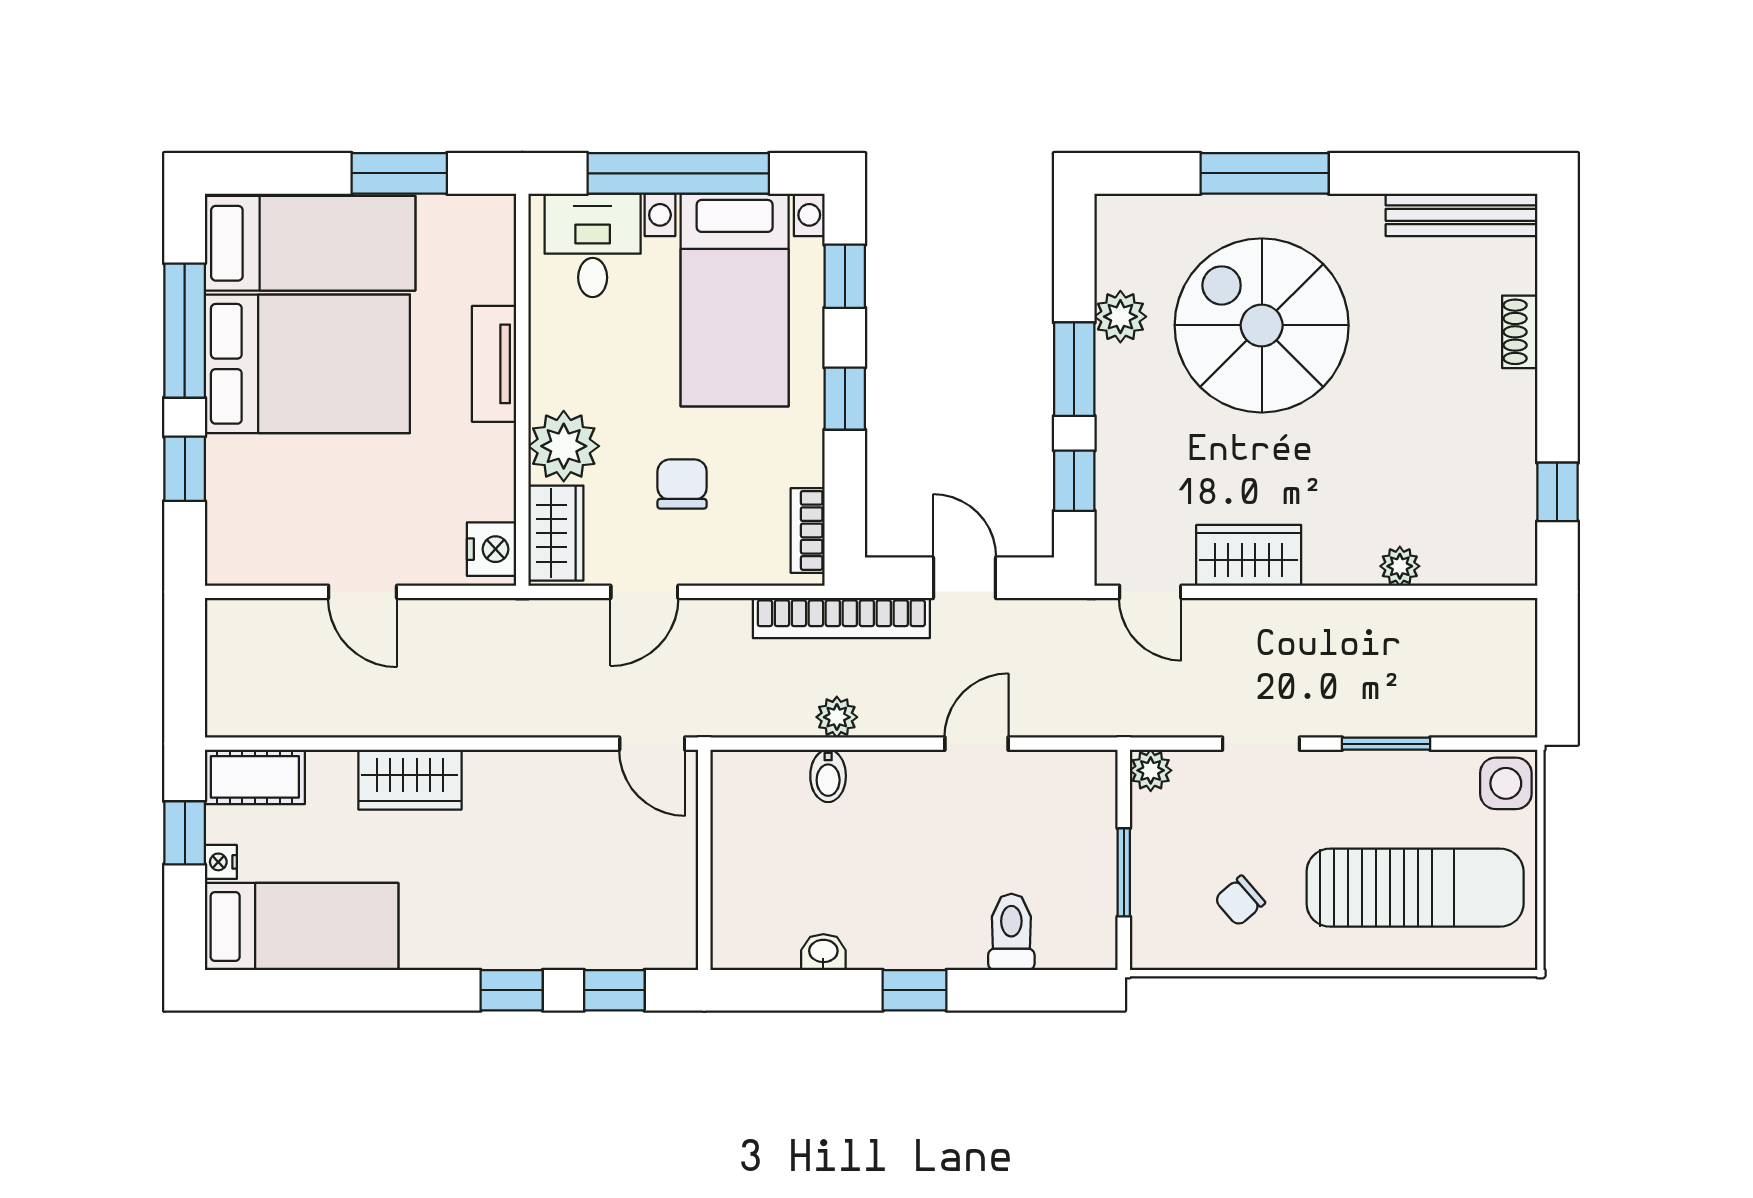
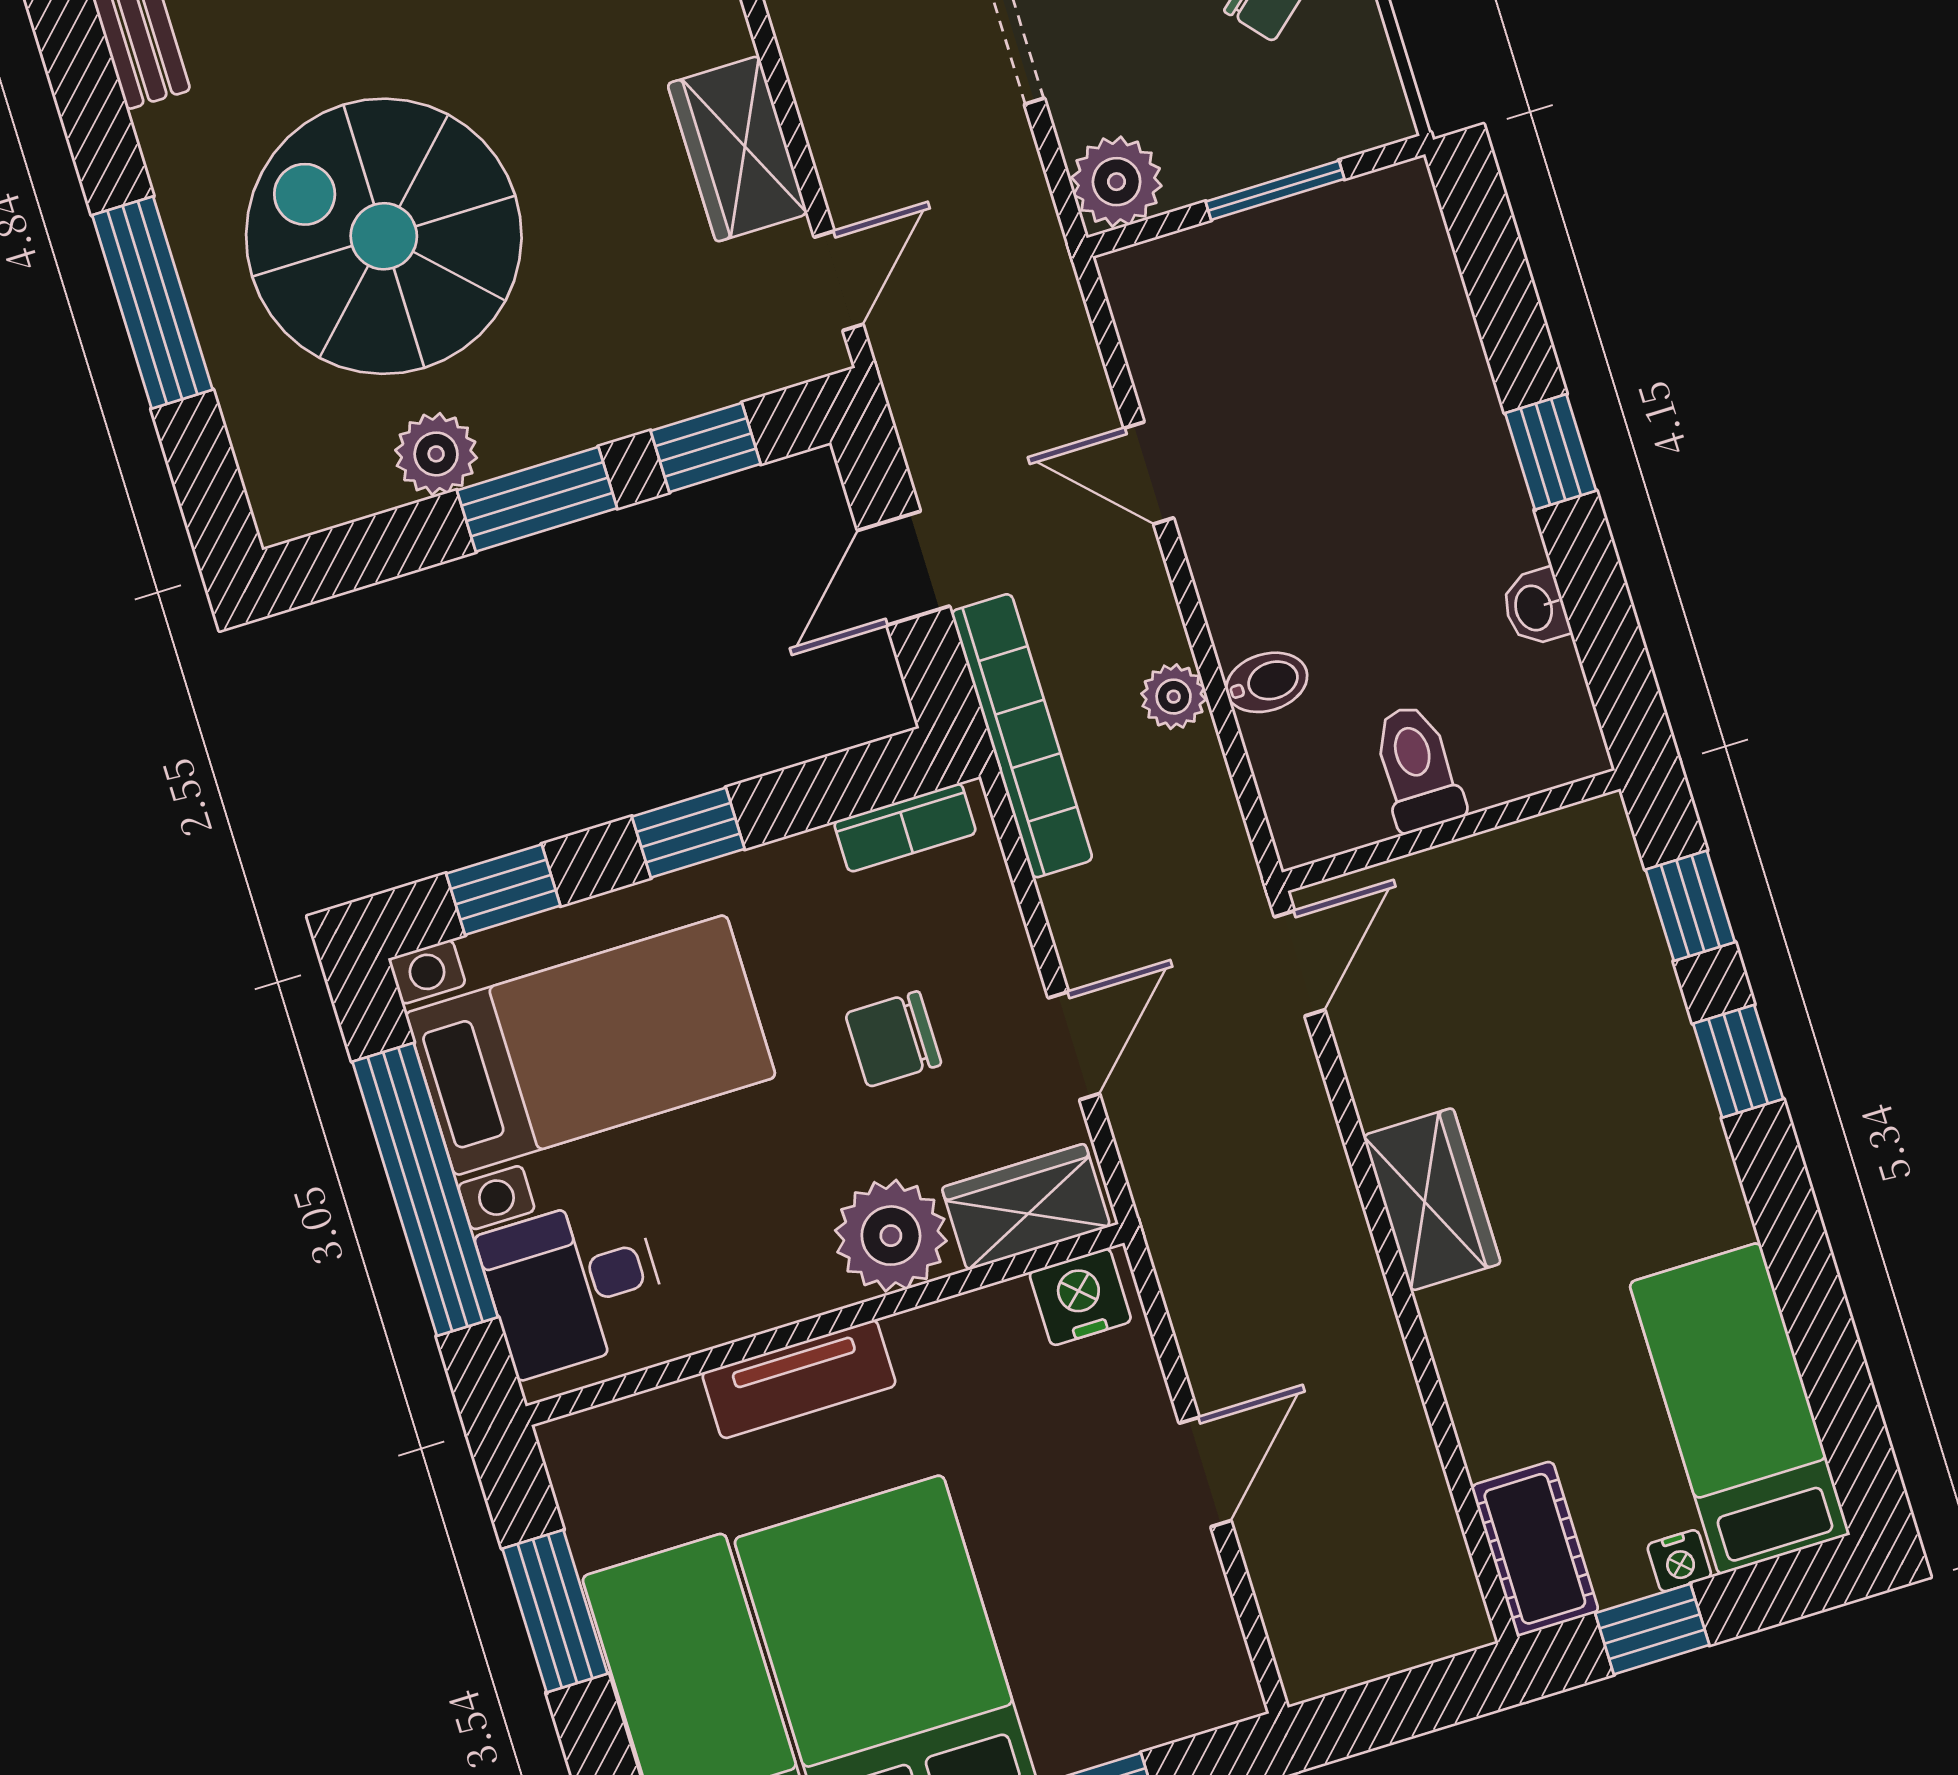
spiral stairs: (1262, 325) -> (384, 236), turned 90
door: (644, 592) -> (1074, 1046), hinge flipped
plant: (1151, 770) -> (1117, 182), width x1.38, depth x1.38
wardrobe: (410, 780) -> (1432, 1199), moved
toilet: (1011, 932) -> (1417, 768), moved, turned 90

